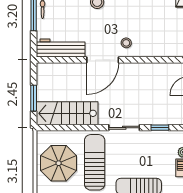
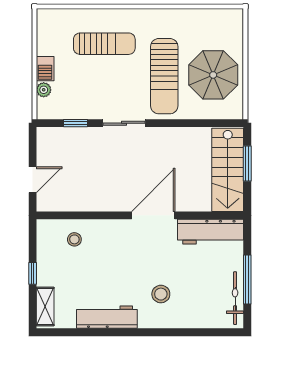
stool: (126, 43) -> (74, 239), moved
stairs: (67, 113) -> (228, 170), moved, turned 90

